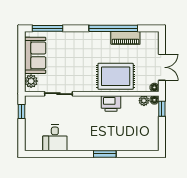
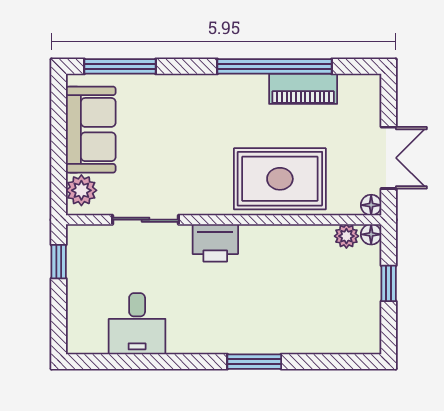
printer: (111, 104) -> (215, 243), moved
window: (162, 109) -> (389, 283), moved

